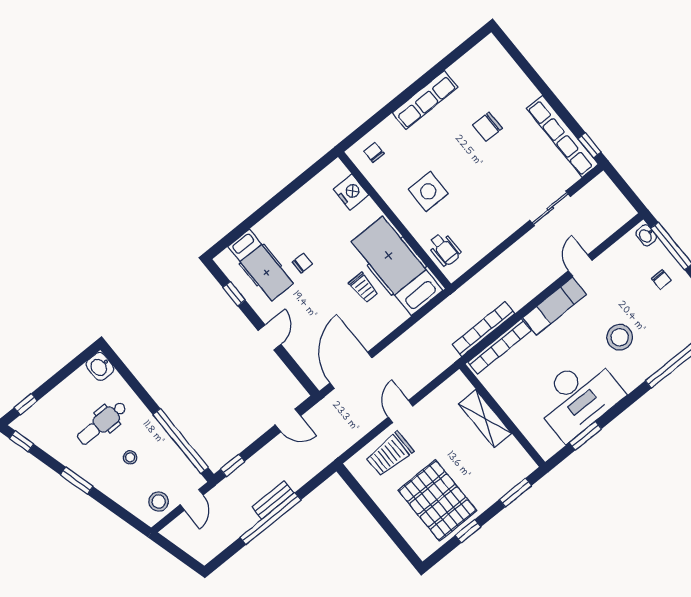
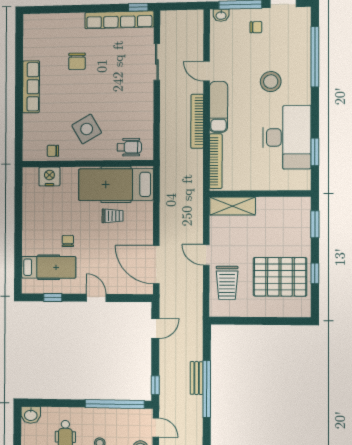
chair: (374, 152) -> (53, 151), moved
side table: (428, 191) -> (87, 129), turned -30
bookcase: (483, 329) -> (197, 121), moved
shelving: (485, 419) -> (233, 206), moved

